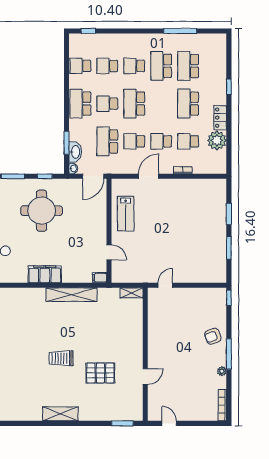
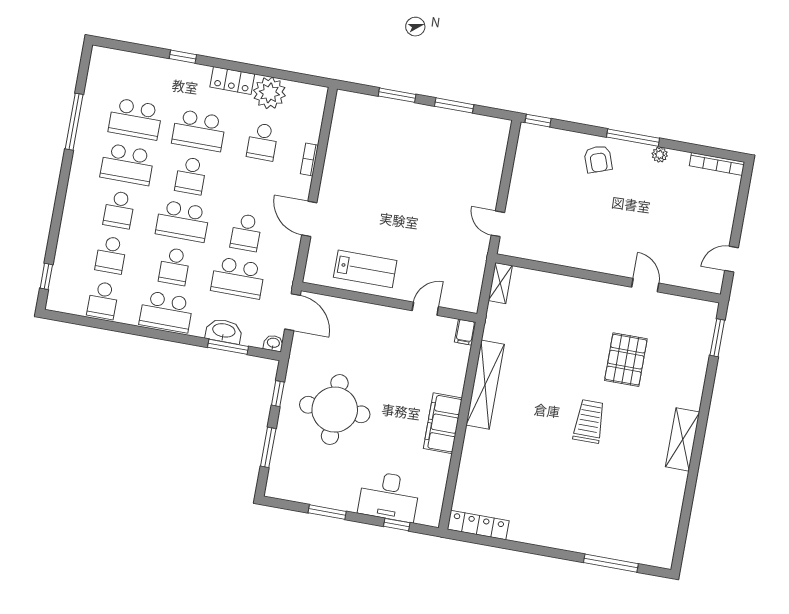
school desk: (161, 141) -> (191, 176), moved
washbasin: (75, 152) -> (224, 331), moved
trolley: (61, 358) -> (589, 421), turned 180

